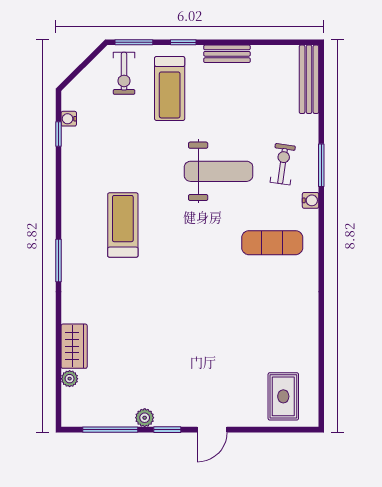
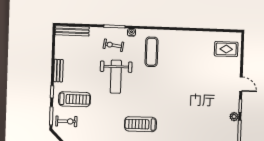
weight bench: (219, 171) -> (116, 77), turned 180

